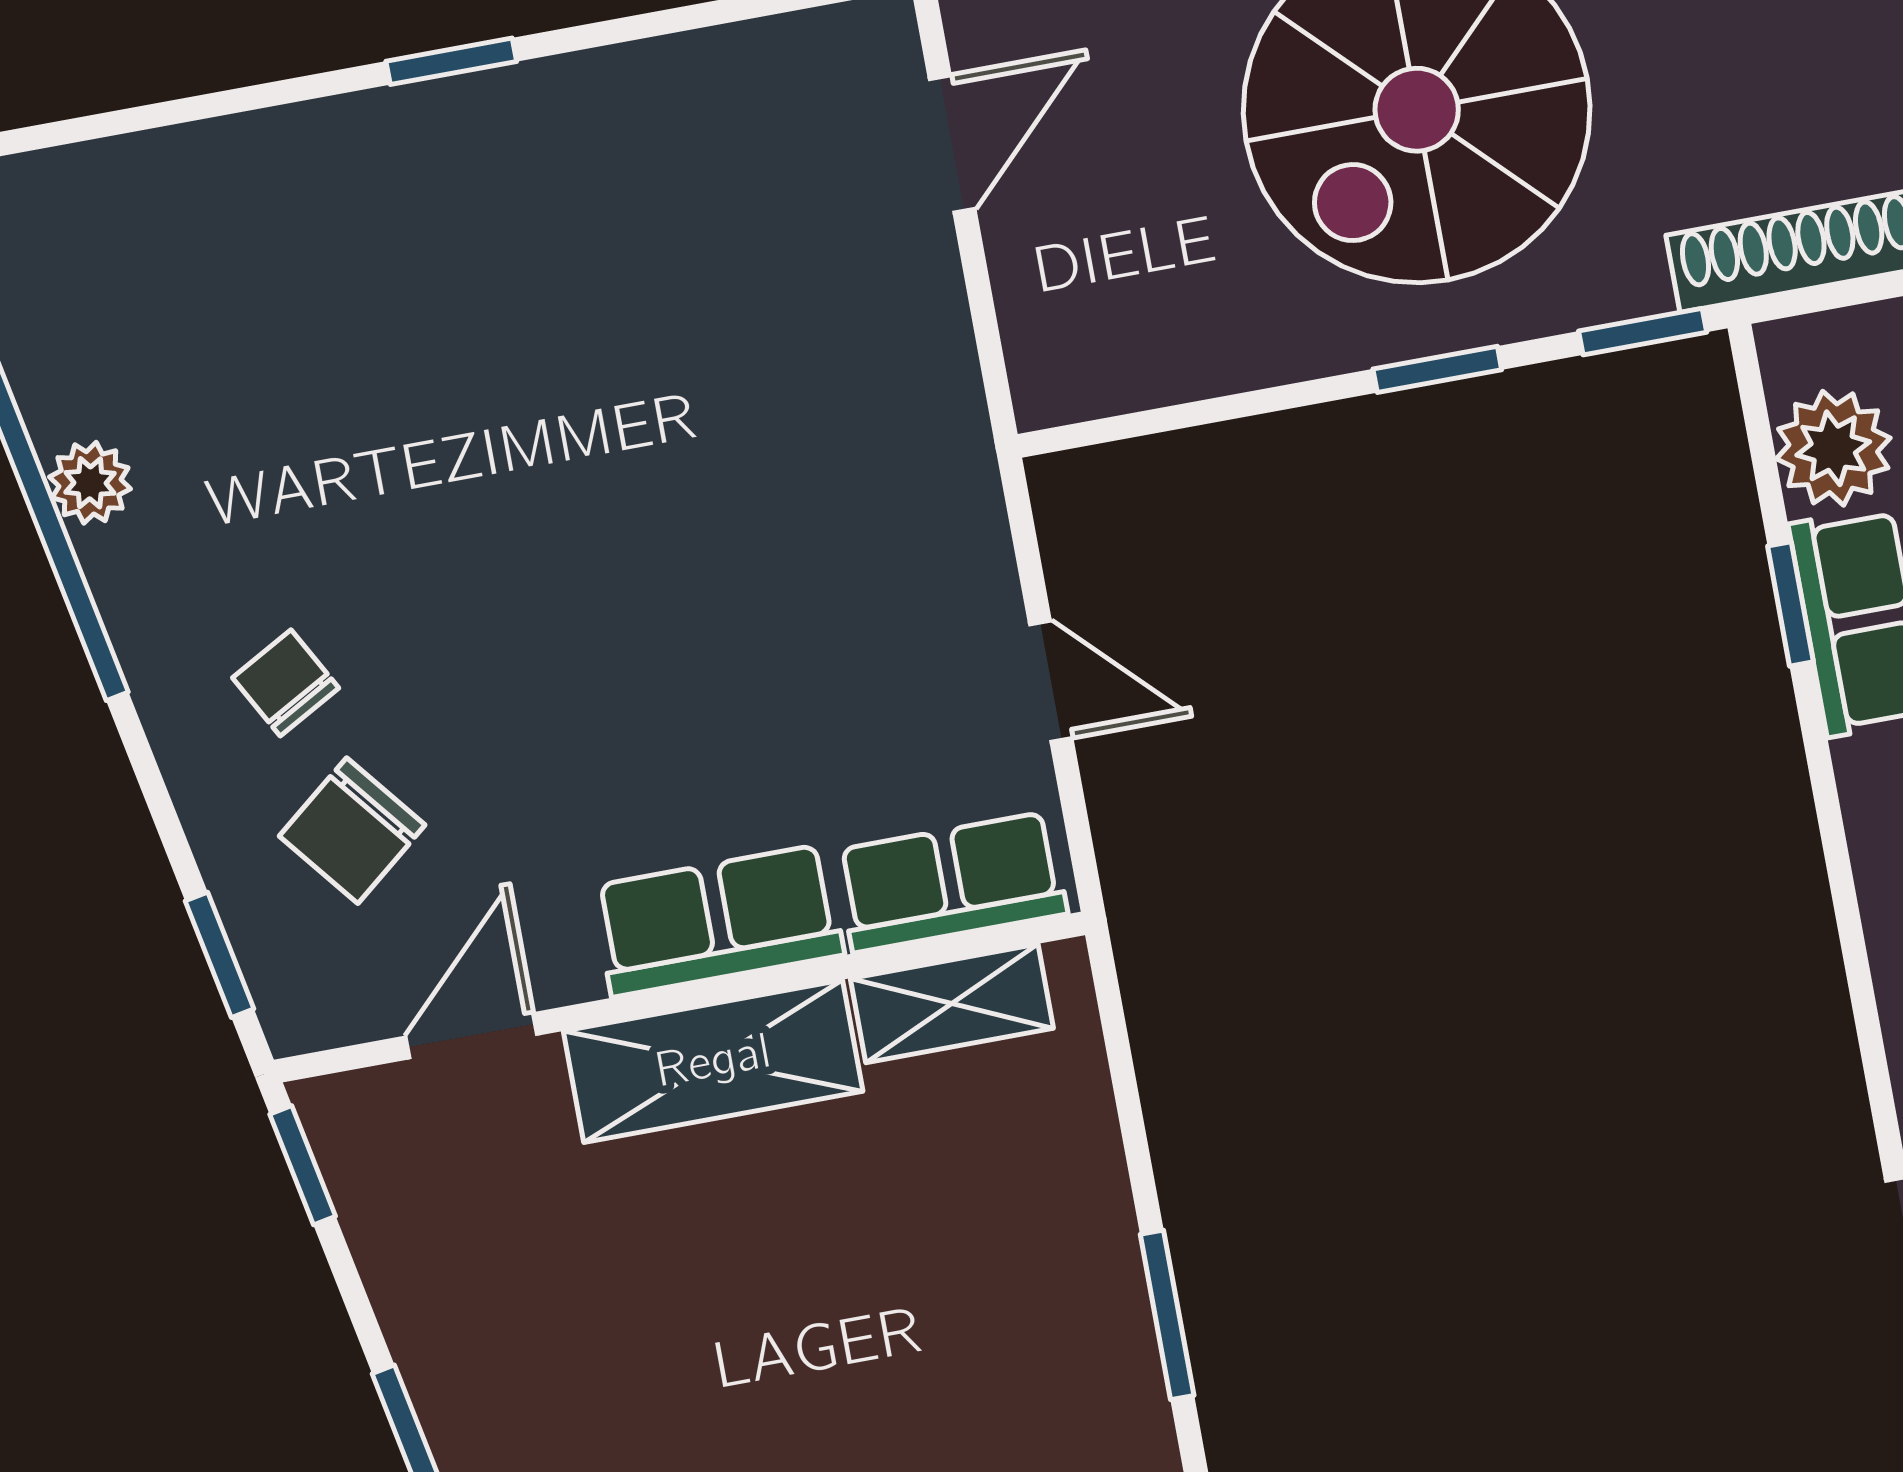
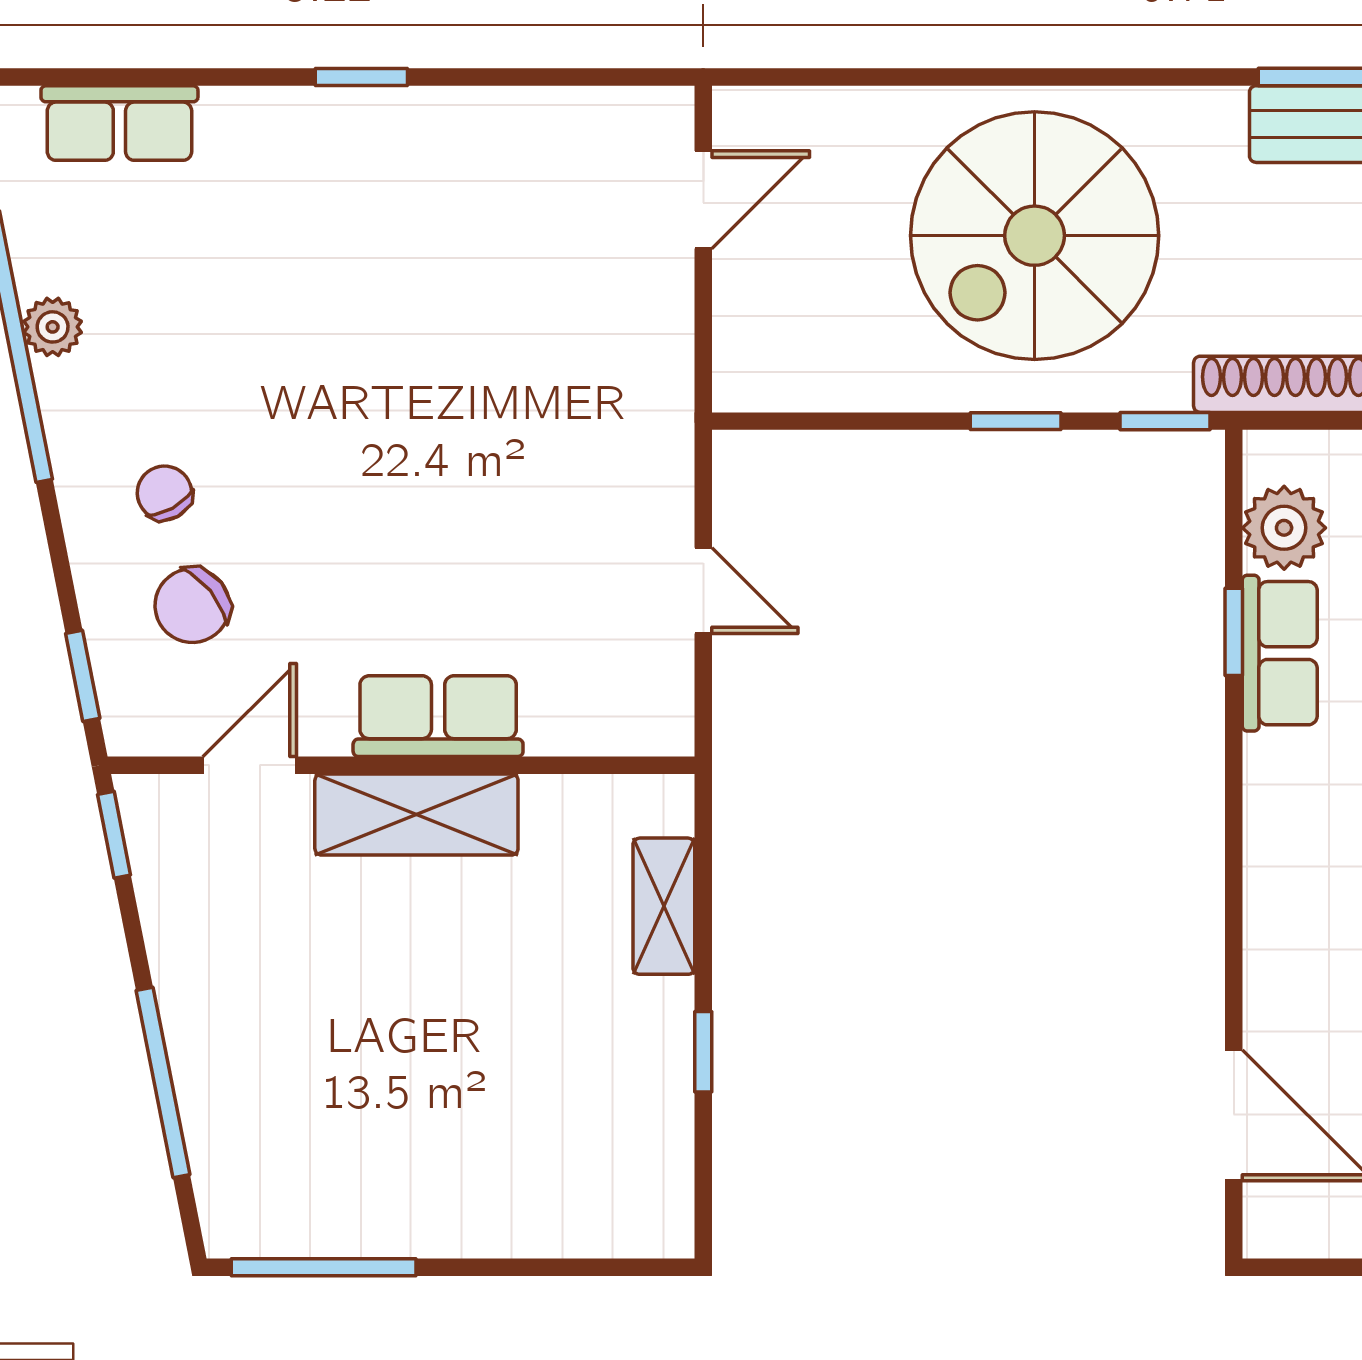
row of seats: (951, 882) -> (119, 123), moved, turned 180
shelving: (952, 1003) -> (664, 906), moved, turned 90
window: (1167, 1315) -> (703, 1052), width x0.67

